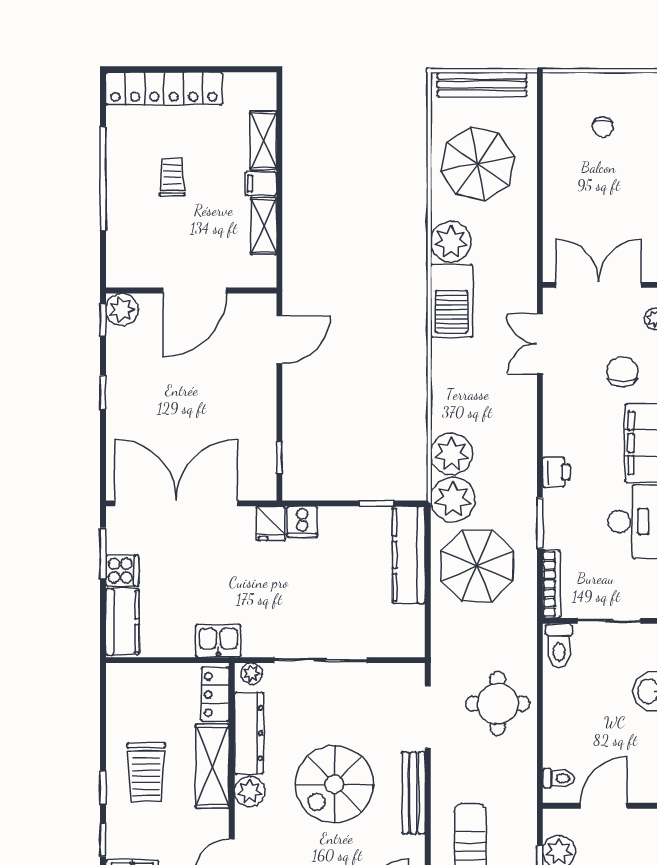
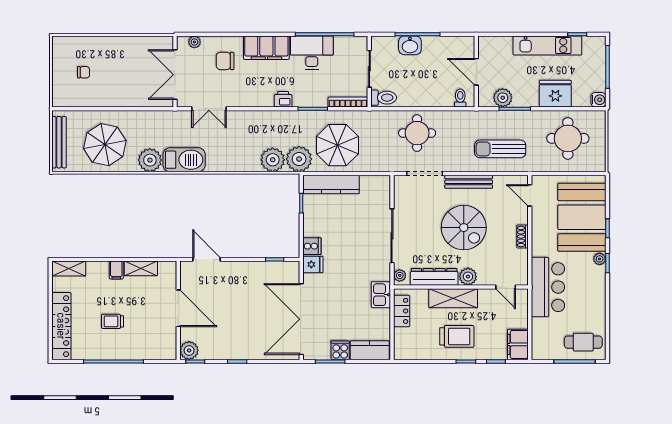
shelving: (263, 140) -> (69, 269), moved
locker: (215, 694) -> (402, 311), moved, turned -90

